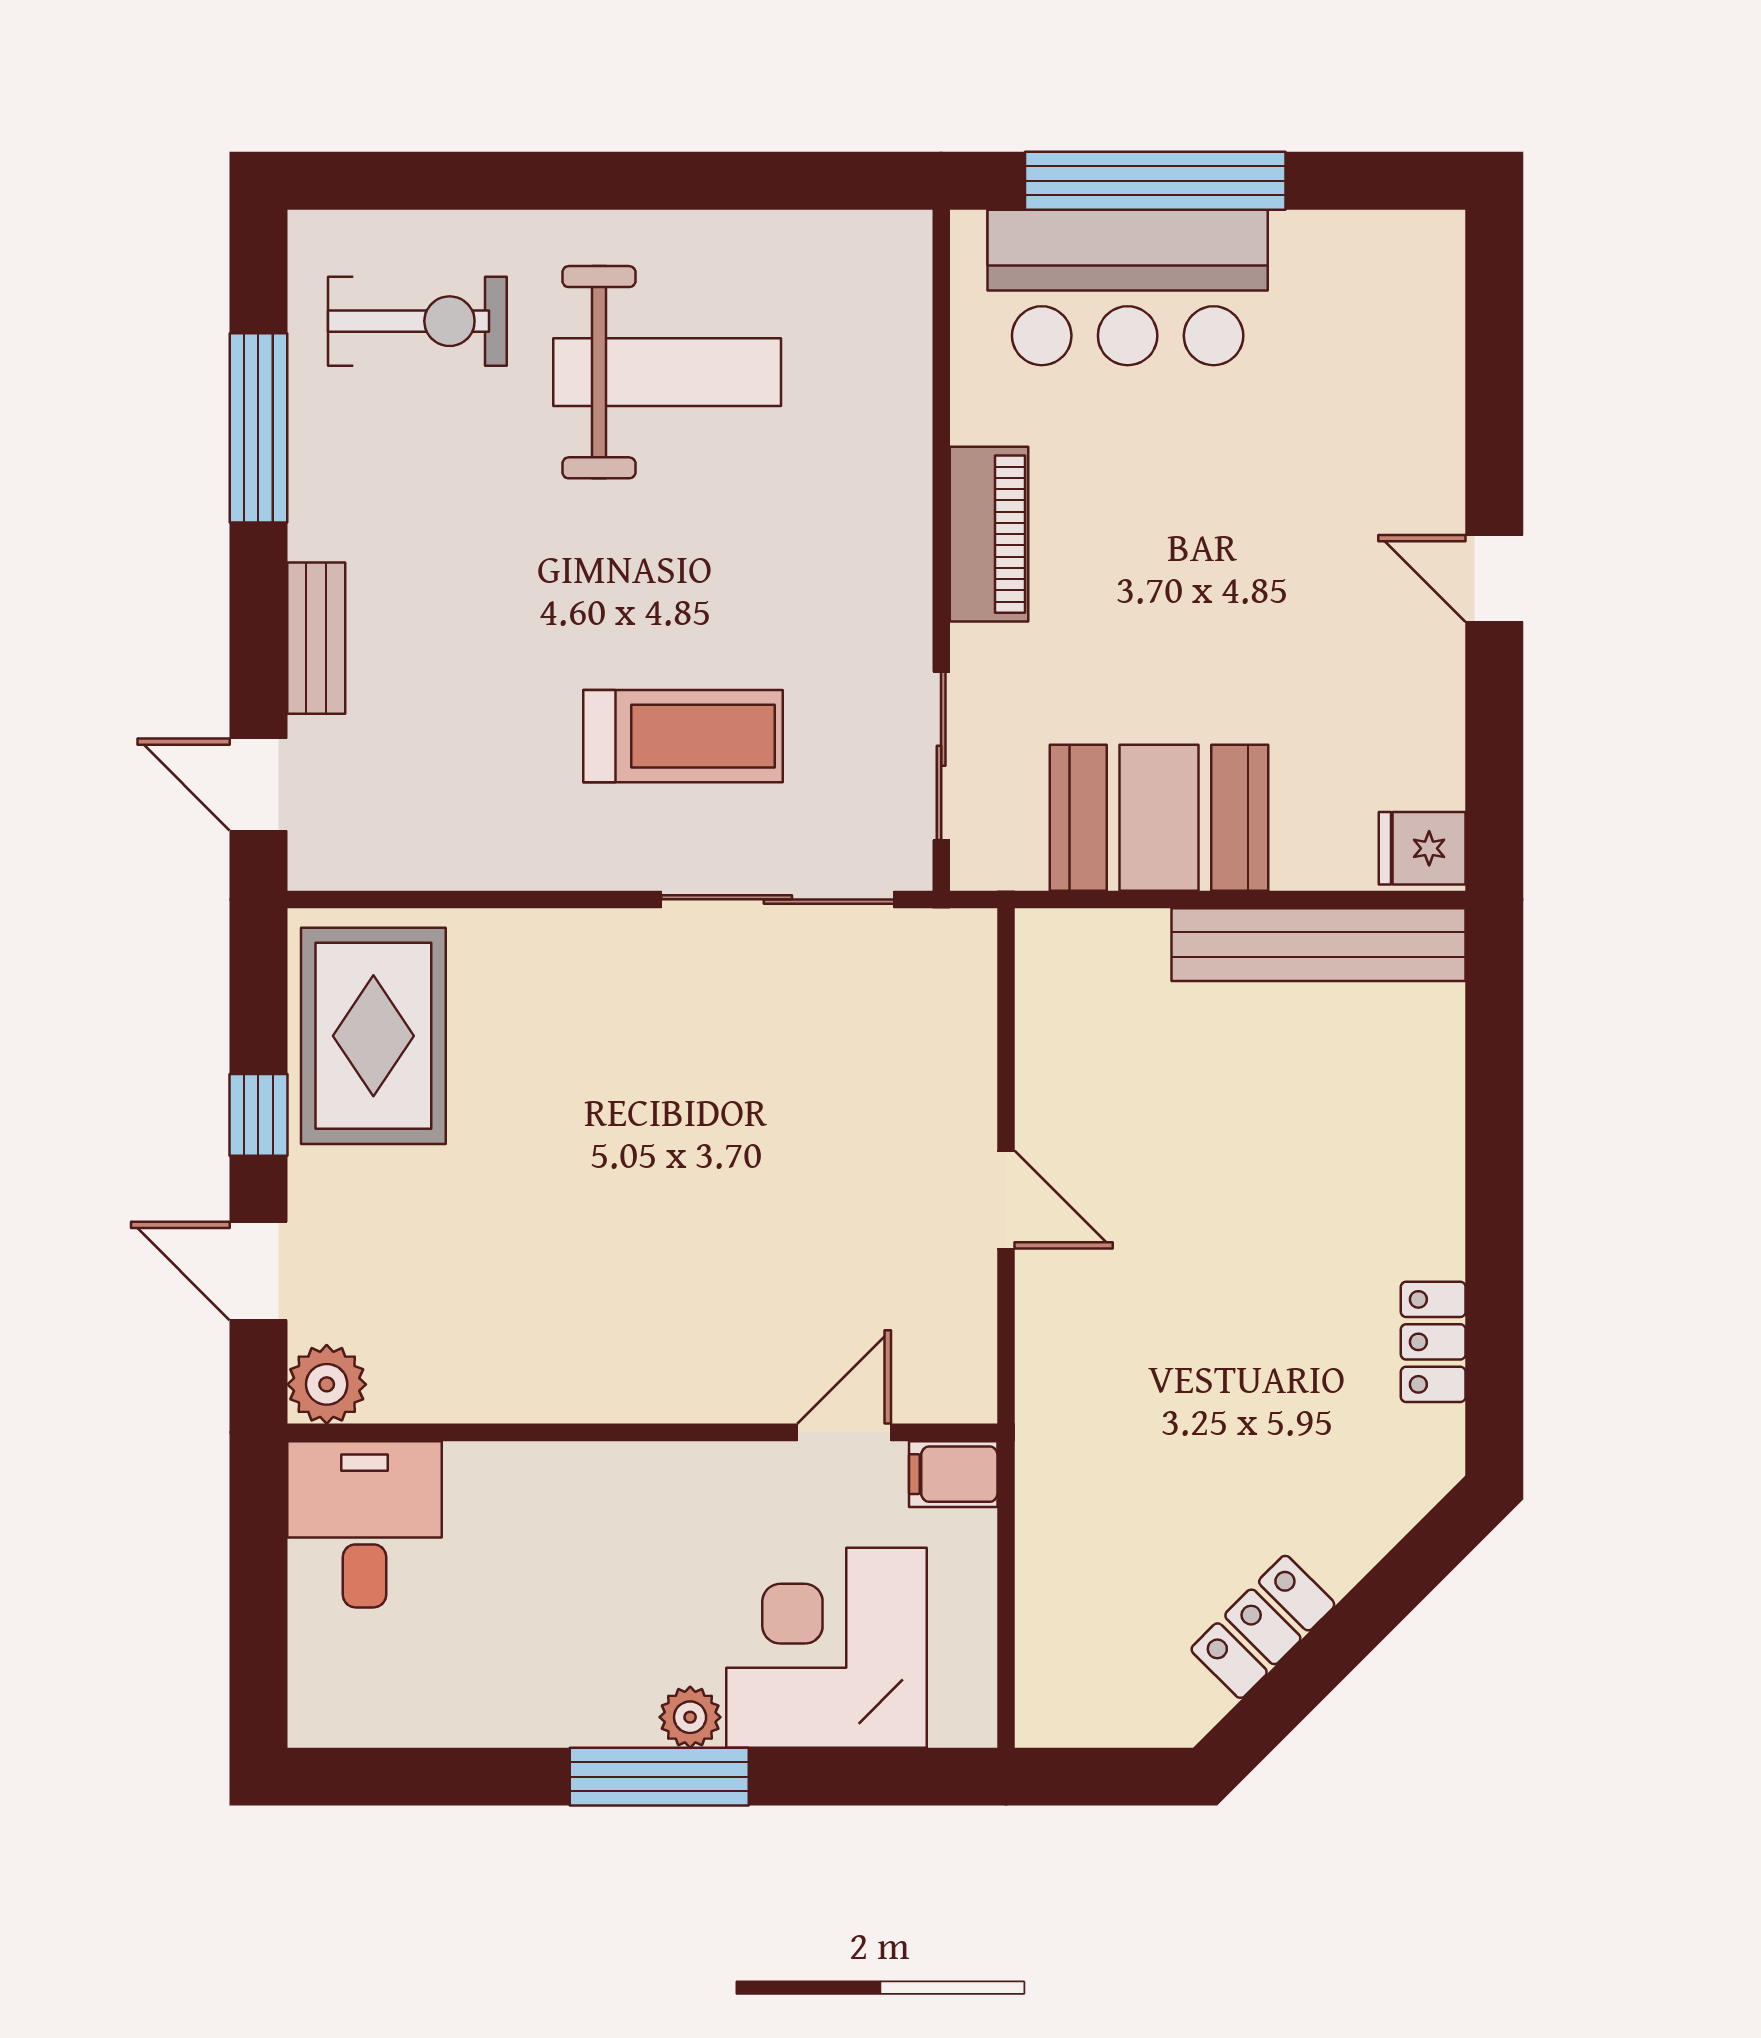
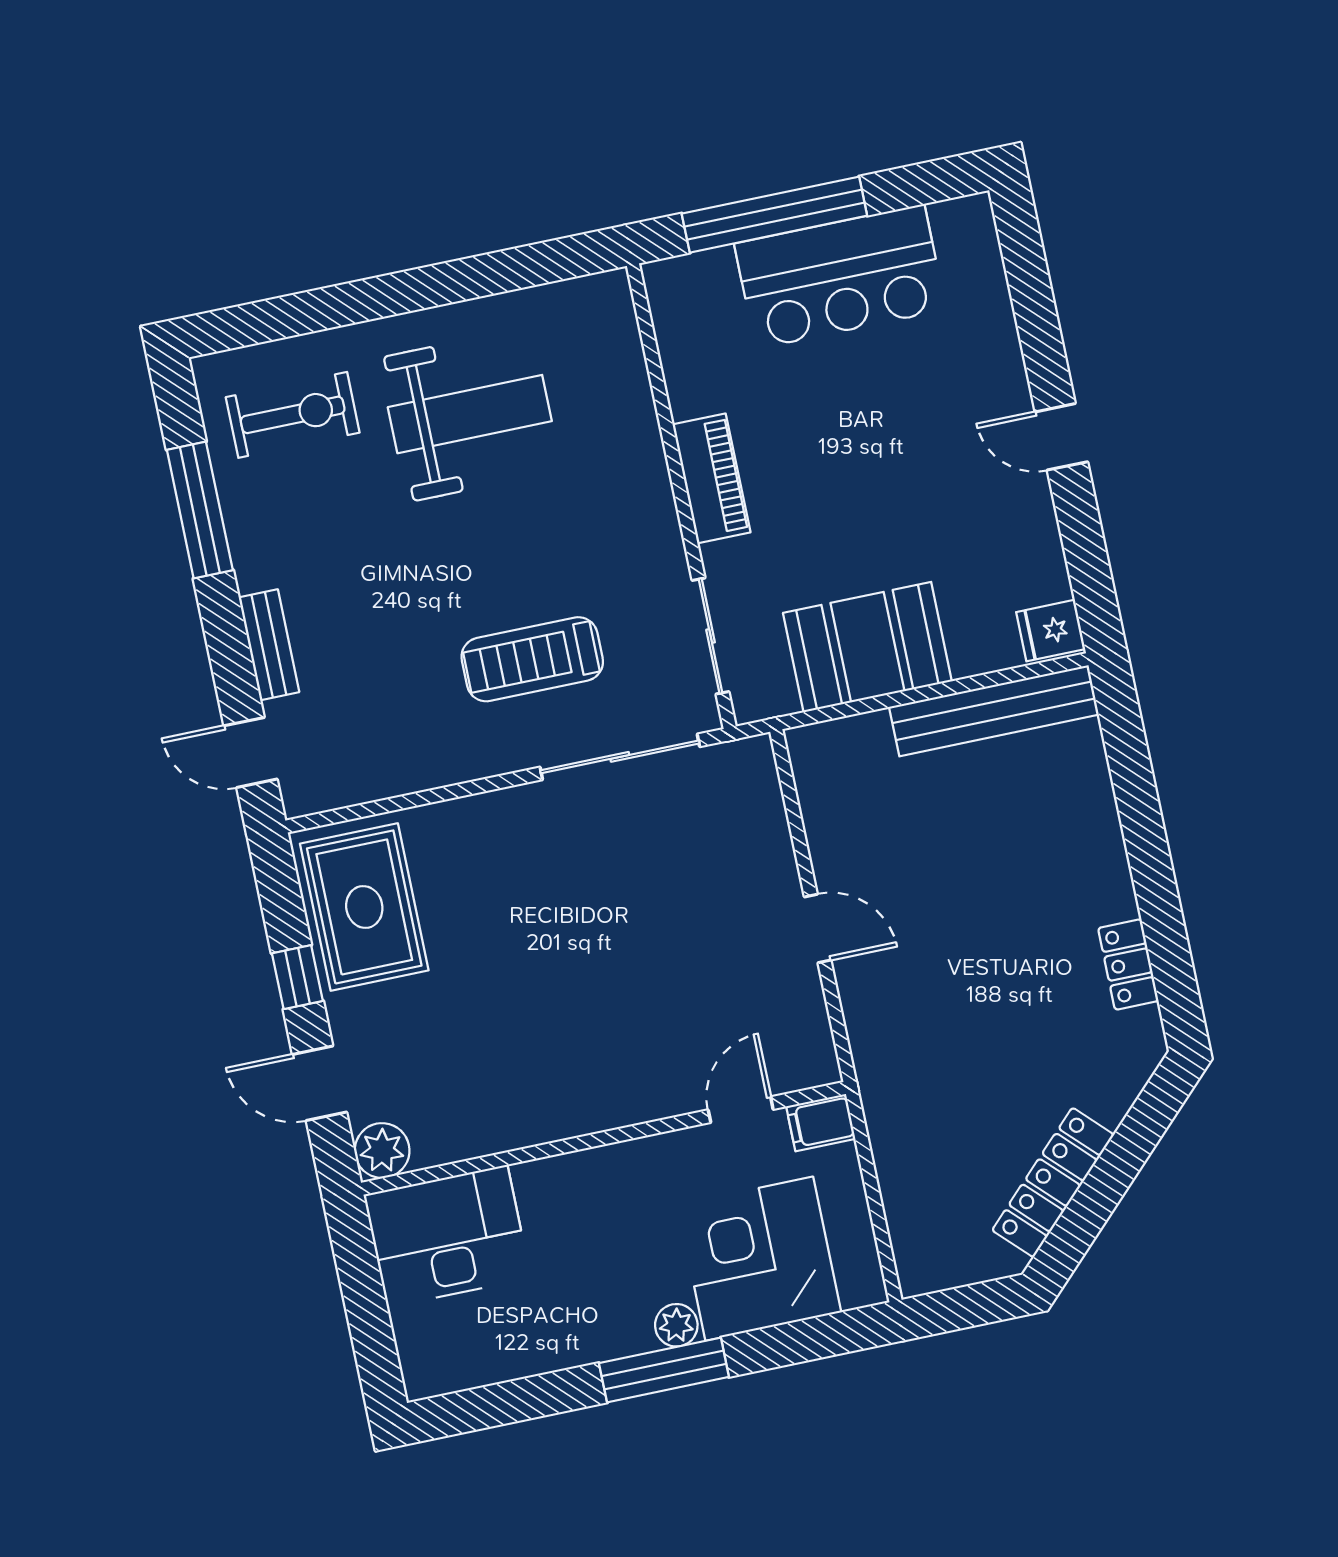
bar counter: (1128, 287) -> (840, 277), moved
treadmill: (683, 736) -> (532, 659), turned 180
desk: (364, 1524) -> (447, 1236), width x1.37
locker: (1263, 1627) -> (1053, 1182), width x1.53

